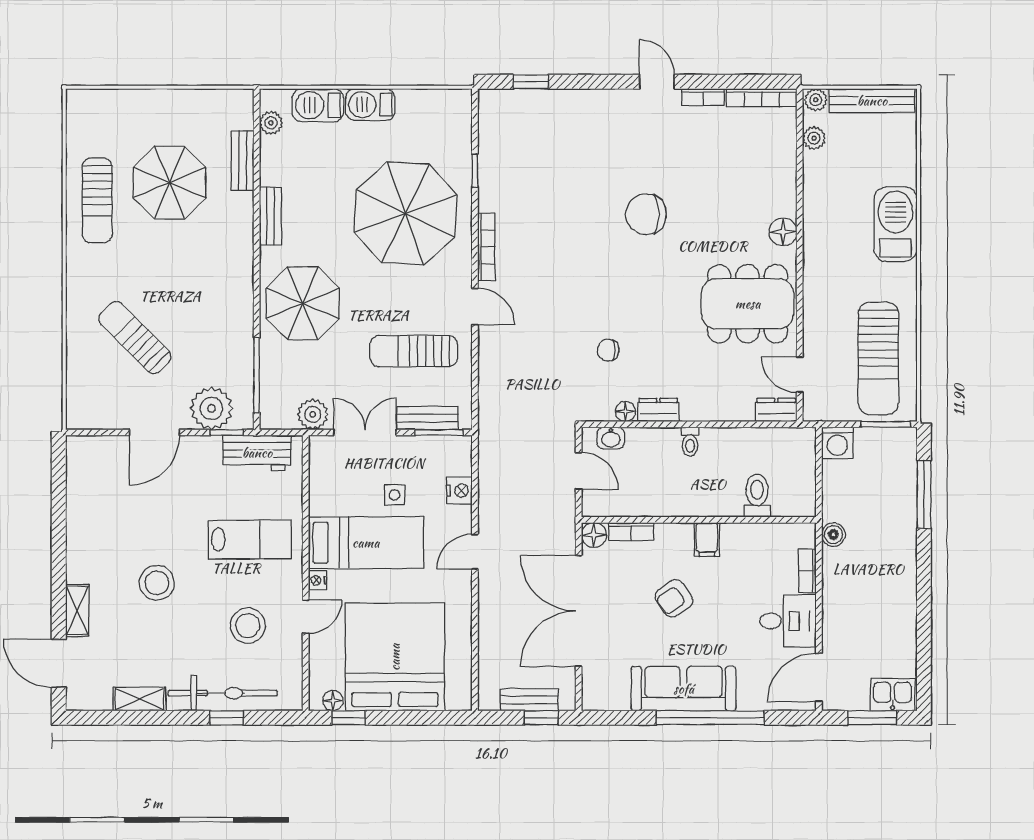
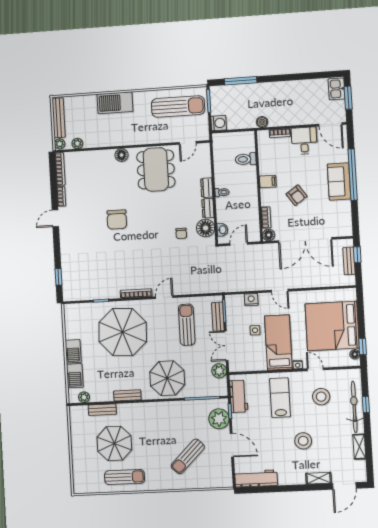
sun lounger: (414, 351) -> (187, 325), turned 180
dresser: (776, 410) -> (207, 188), moved
floor lamp: (625, 412) -> (206, 228), width x1.89, depth x1.89
workbench: (82, 480) -> (256, 478), added
sofa: (684, 689) -> (339, 181), width x0.73

